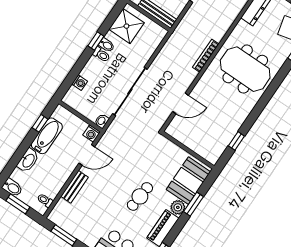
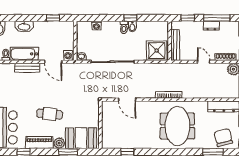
shower: (126, 26) -> (157, 51), moved
bathtub: (47, 136) -> (24, 54), moved, turned 180

